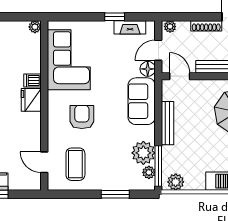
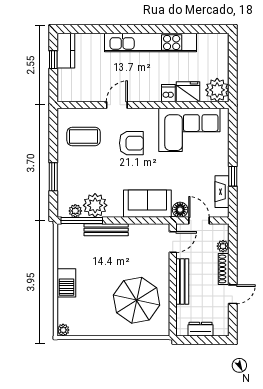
plant: (35, 27) -> (217, 90), width x1.88, depth x1.88
plant: (170, 27) -> (223, 246), moved
fridge: (31, 100) -> (188, 92), moved
bench: (167, 123) -> (106, 230), moved
door: (44, 162) -> (117, 105), moved
plant: (176, 182) -> (66, 238), removed

